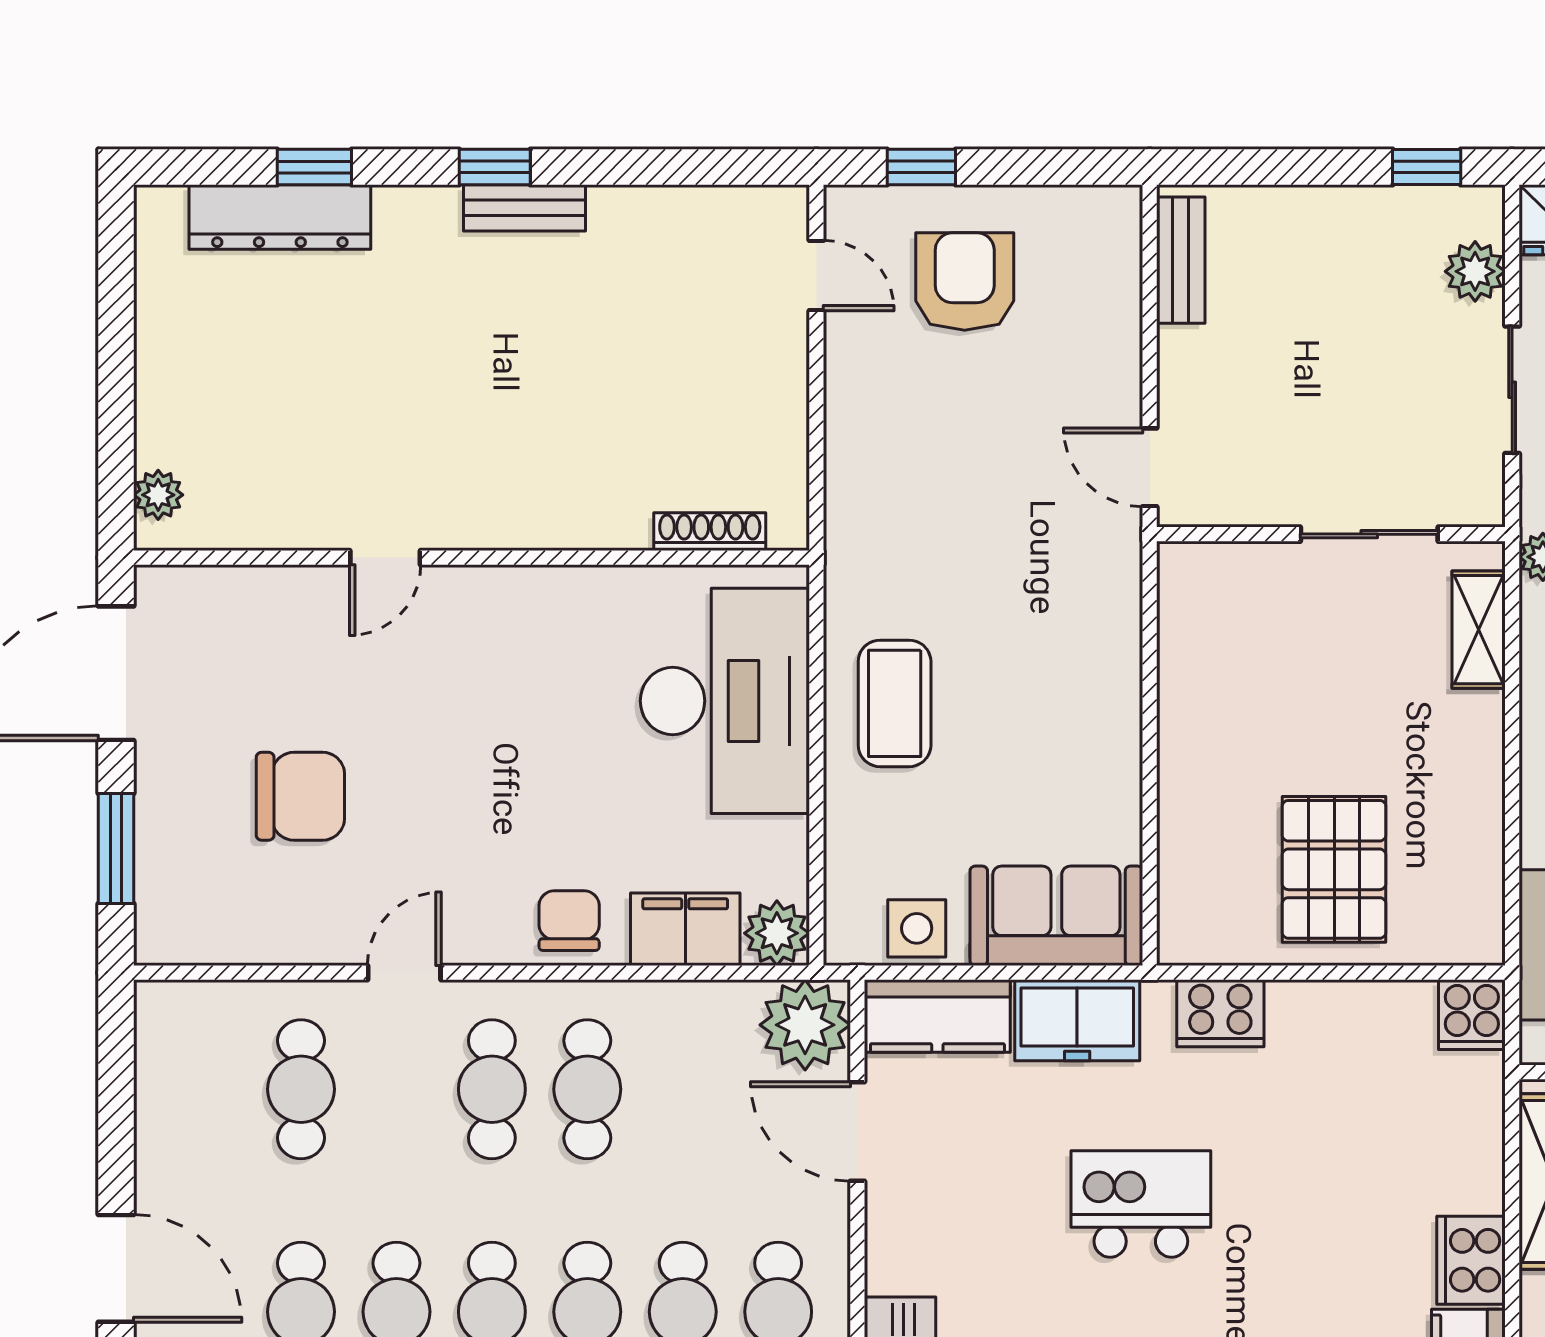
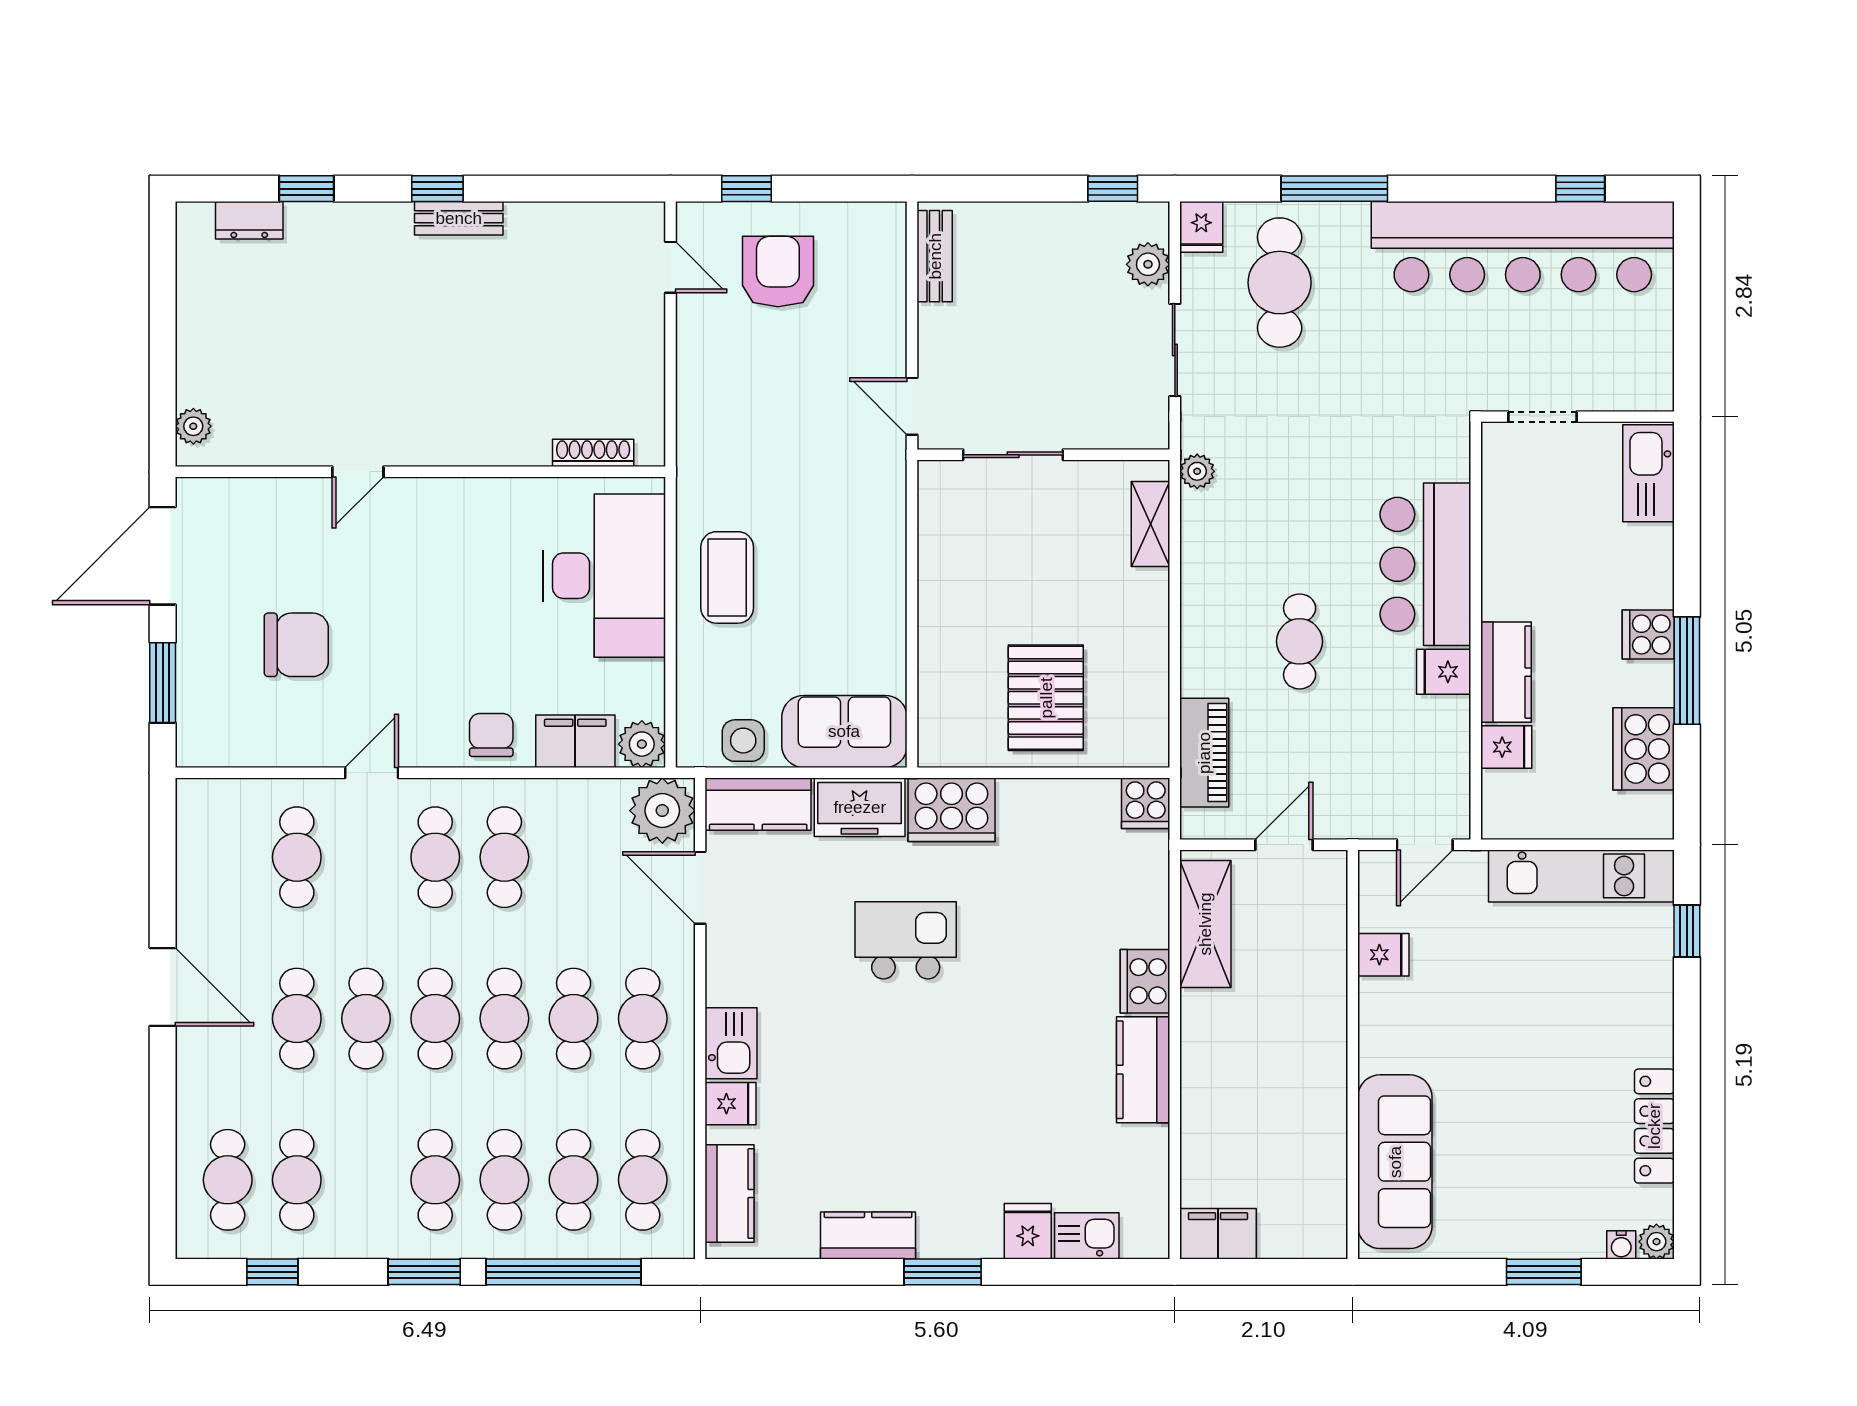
dresser: (280, 217) -> (249, 220), width x0.51, depth x0.80
sliding door: (1369, 534) -> (1013, 455), moved
cooker: (1220, 1013) -> (952, 810), width x1.37, depth x1.31

